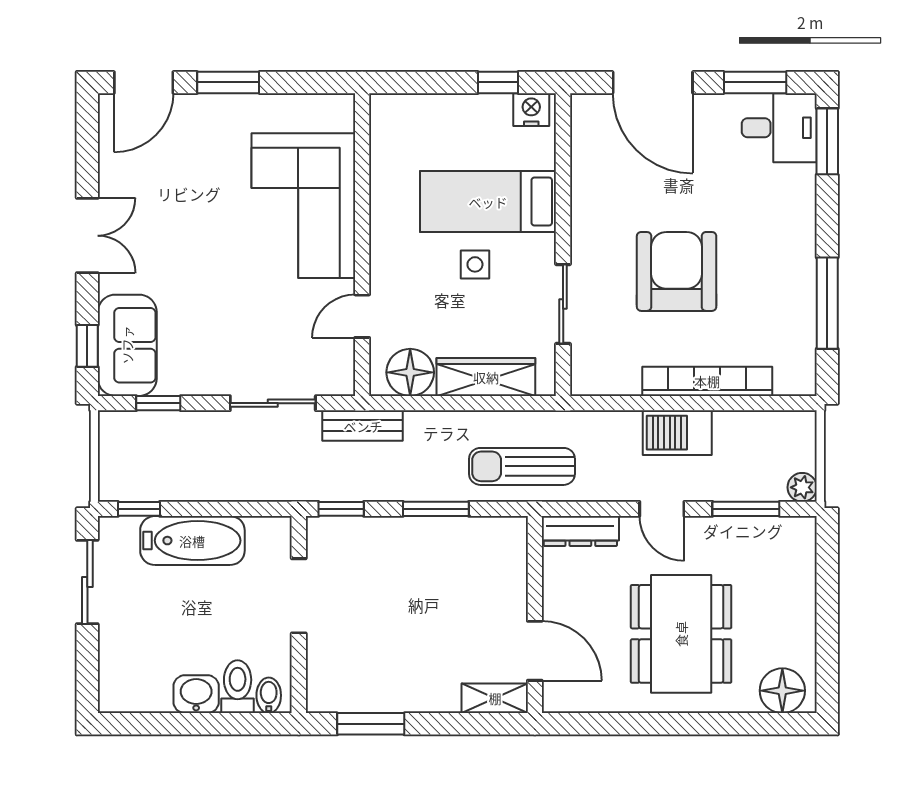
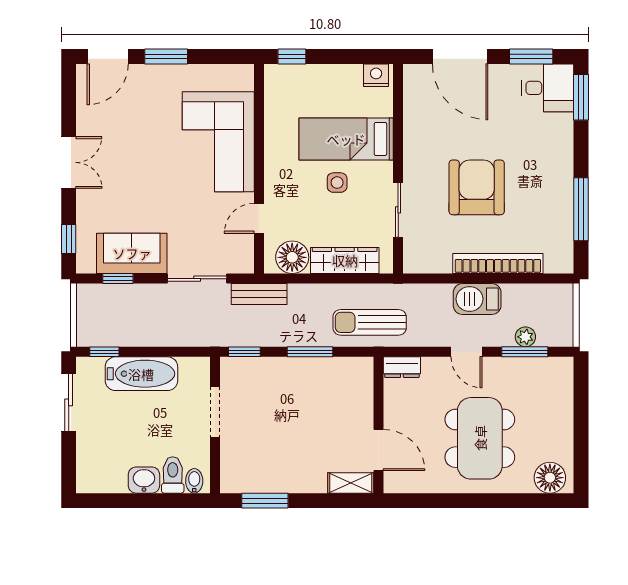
window: (498, 82) -> (292, 57), moved
sofa: (127, 345) -> (132, 253), moved, turned -90
plant: (802, 487) -> (525, 337), moved
dresser: (580, 531) -> (402, 367), width x0.70

